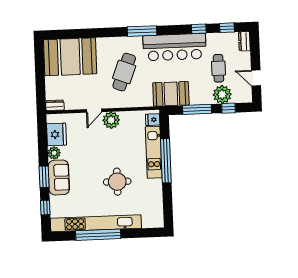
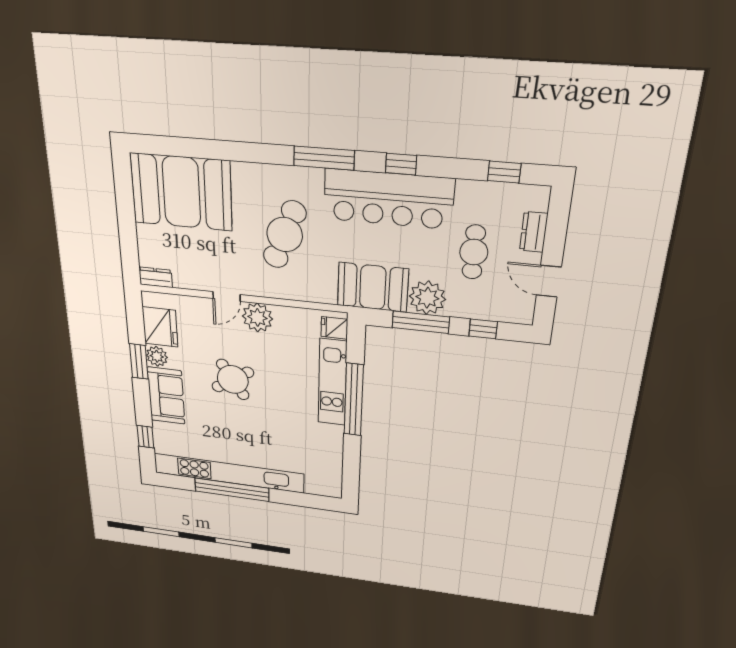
window: (199, 29) -> (401, 164), moved
dresser: (244, 41) -> (534, 232), moved
plant: (222, 94) -> (427, 298), moved
window: (44, 177) -> (139, 361), moved
round table: (117, 182) -> (233, 380), moved, turned -33

